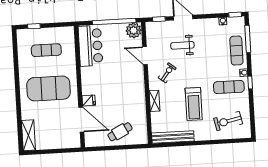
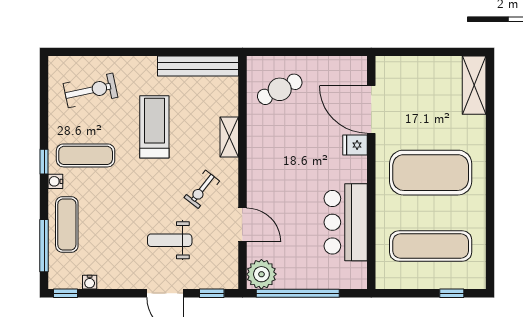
weight bench: (182, 45) -> (170, 240), turned 180
bar counter: (90, 46) -> (346, 222), moved
exercise mat: (46, 50) -> (431, 246), width x1.36, depth x1.45
cafe table: (120, 132) -> (280, 89), moved

